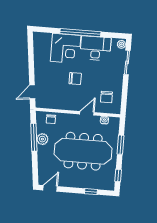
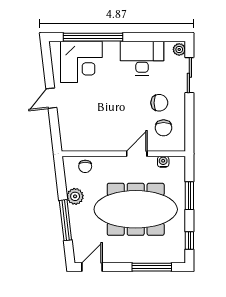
window: (80, 33) -> (93, 37), moved
corner desk: (66, 48) -> (81, 62), moved
chair: (75, 79) -> (159, 103), moved
door: (32, 92) -> (51, 98), moved
window: (34, 137) -> (65, 220), moved
window: (91, 192) -> (152, 267), width x2.17

